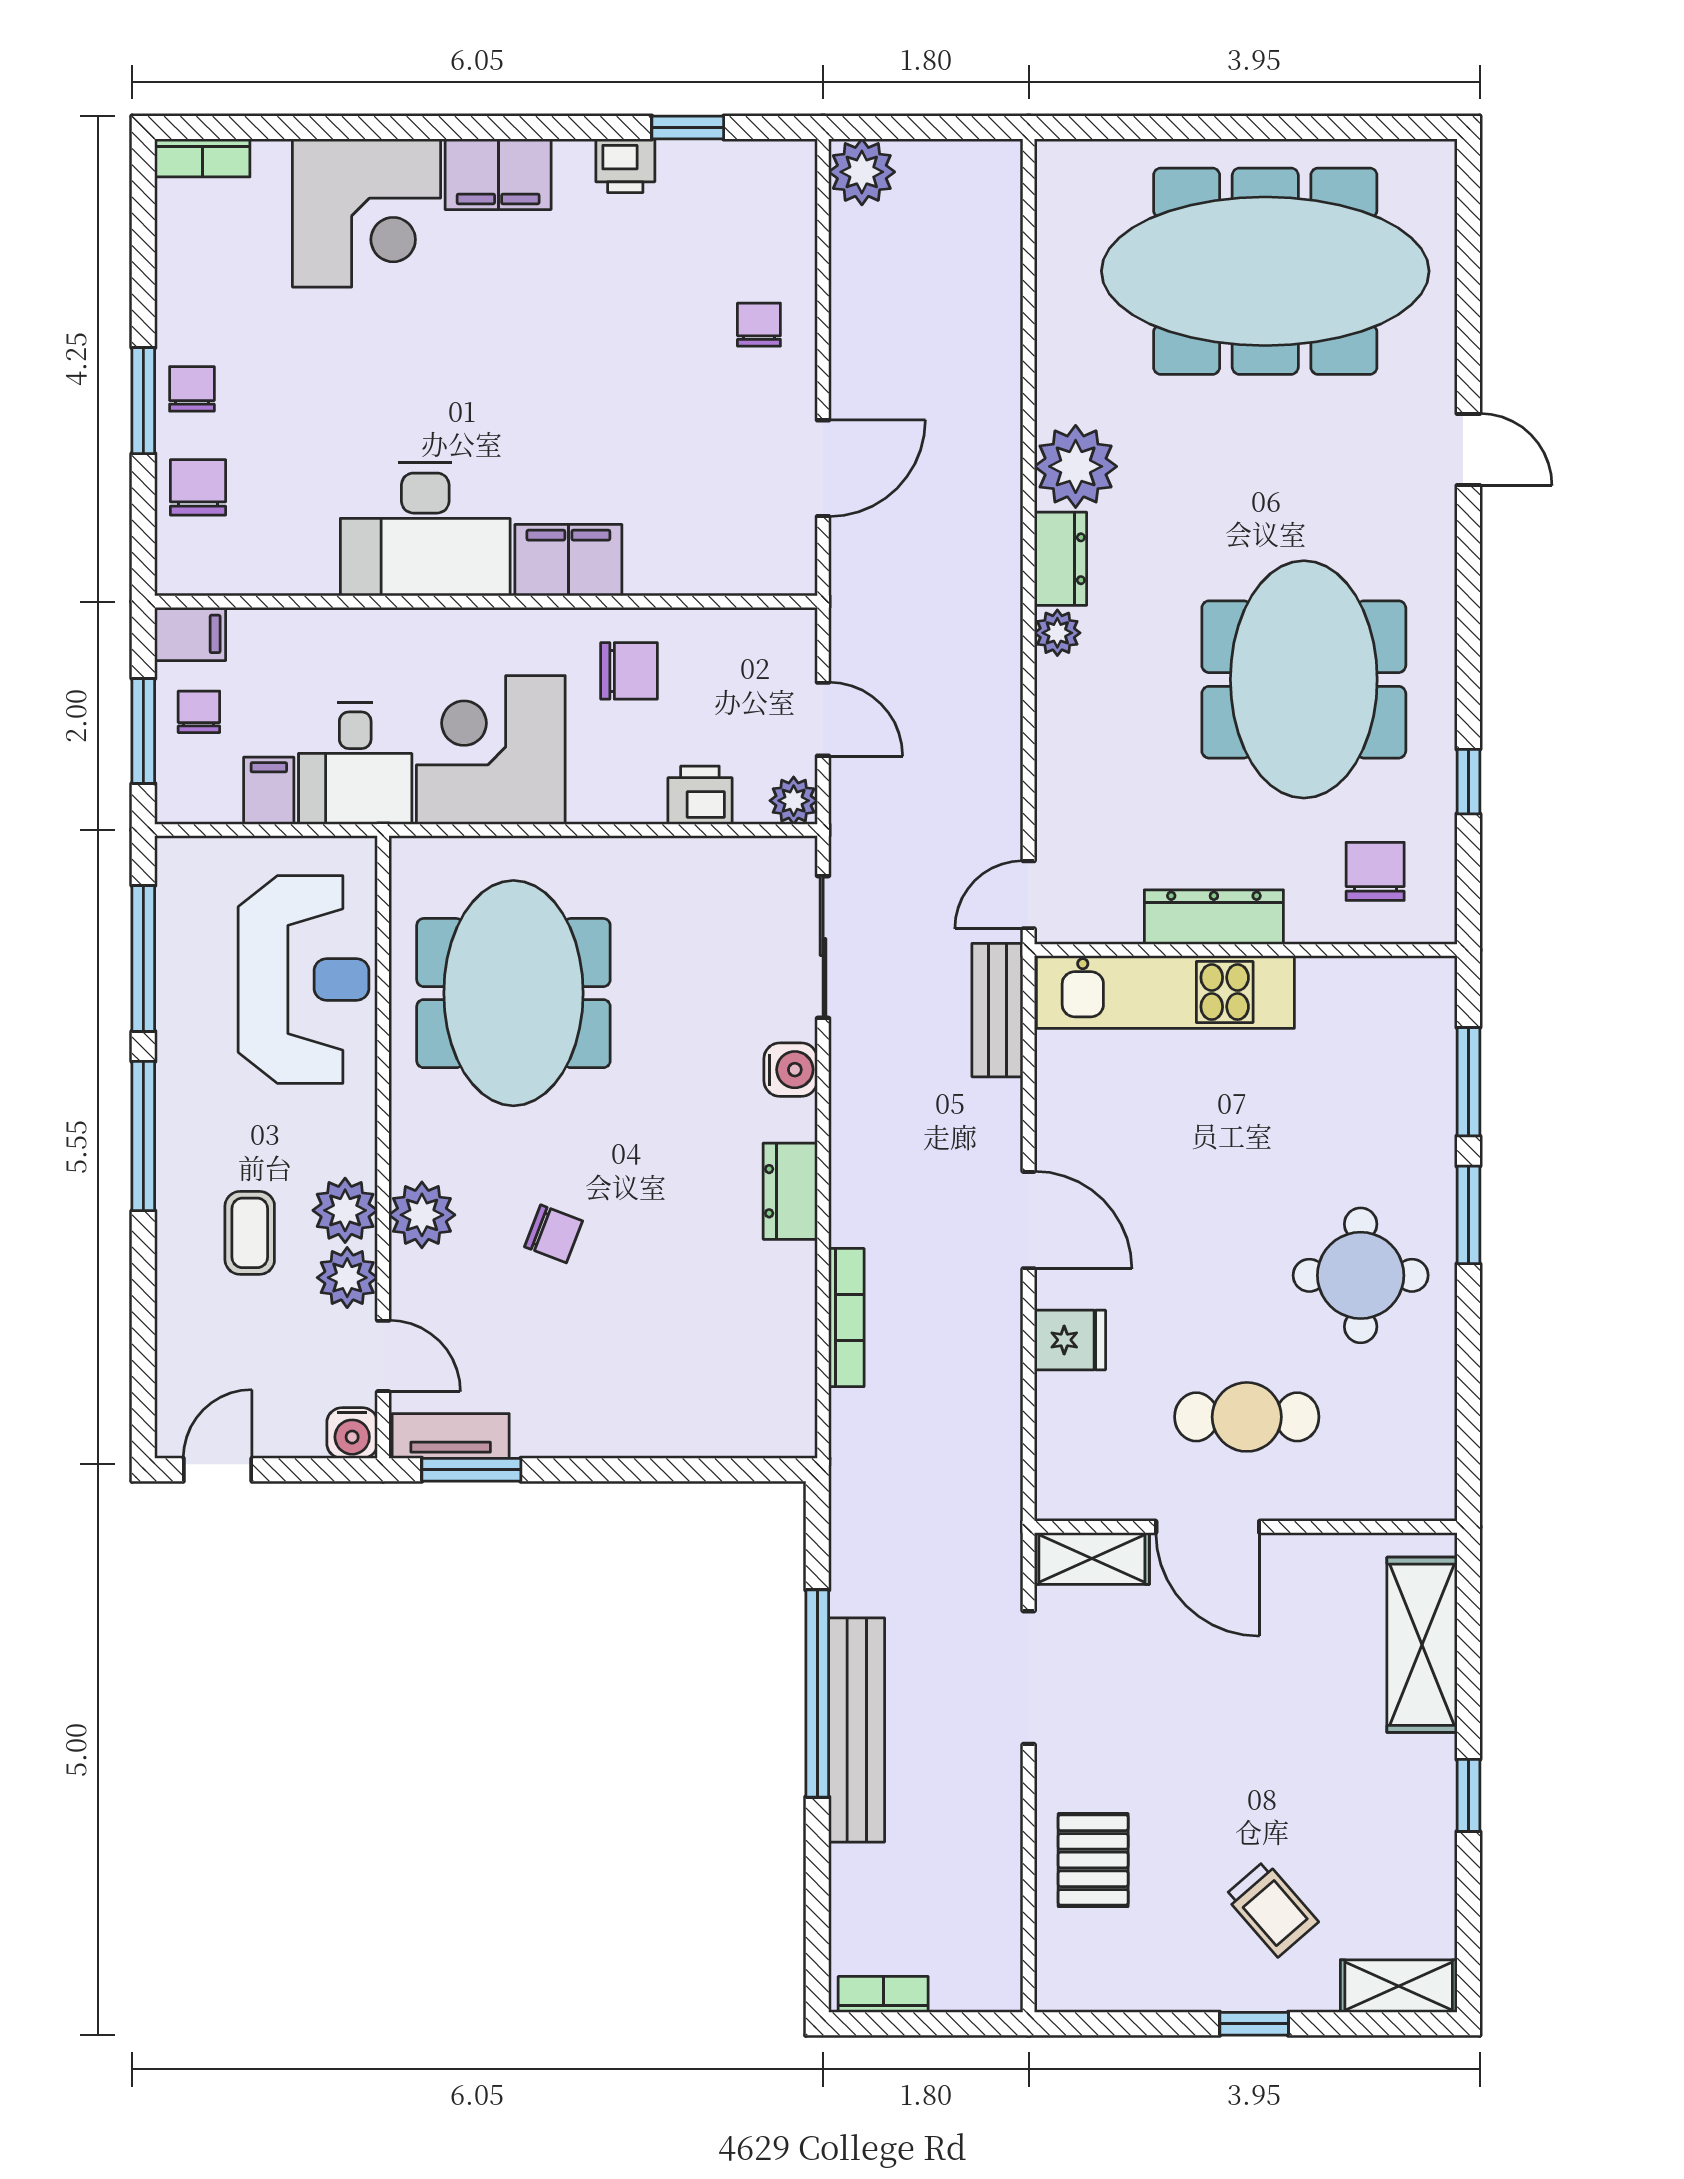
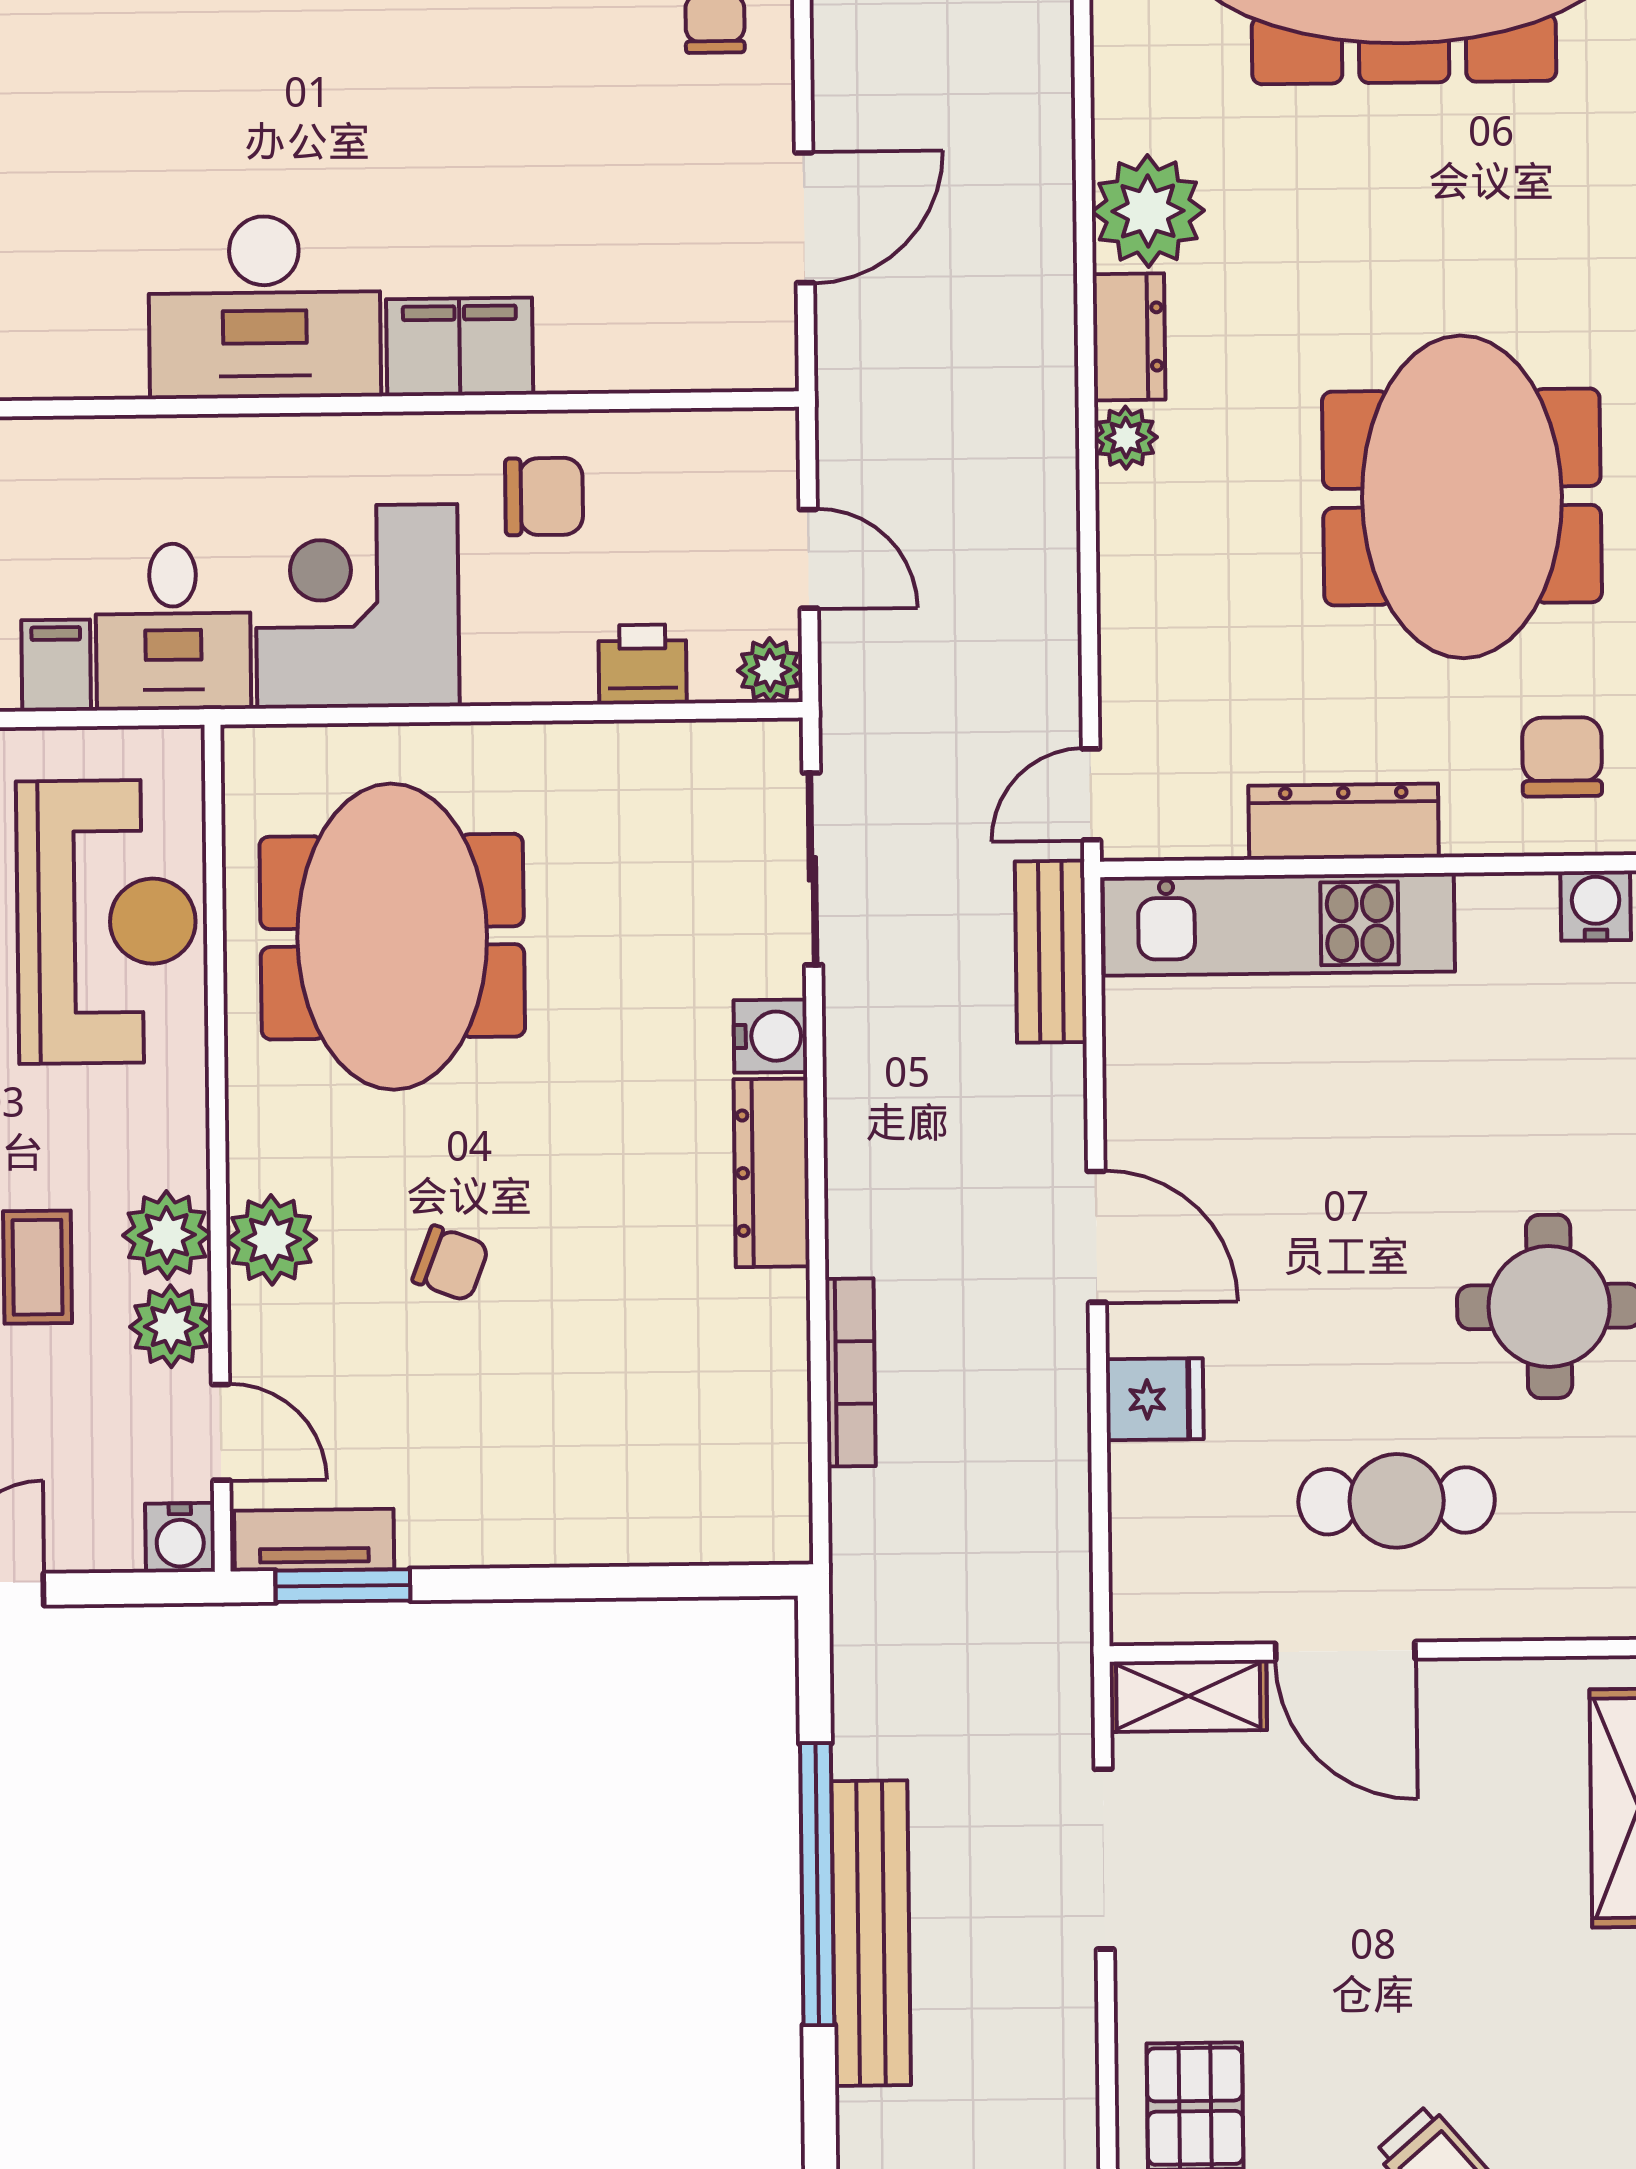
water cooler: (1398, 981) -> (1596, 906), added
dresser: (790, 1191) -> (772, 1173), width x1.44

